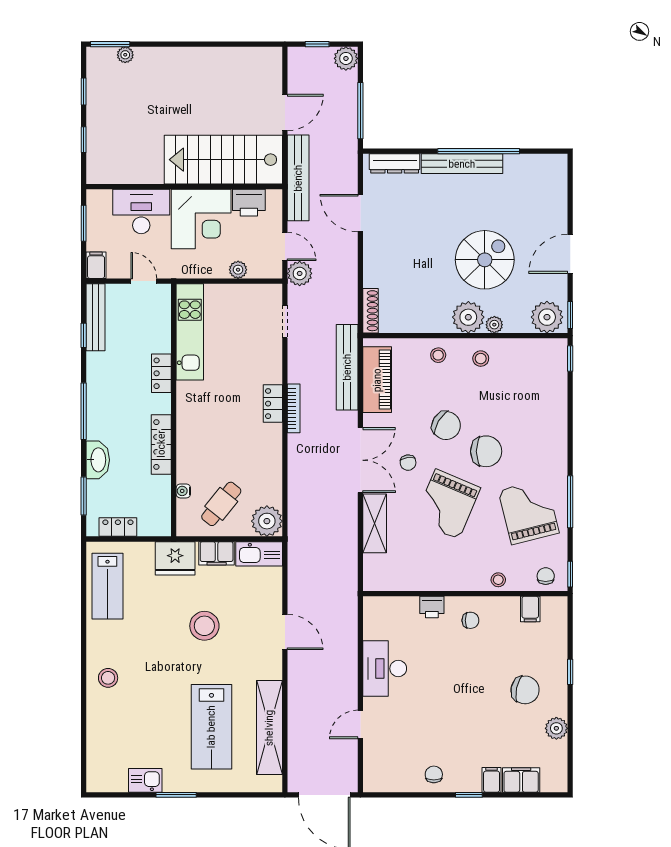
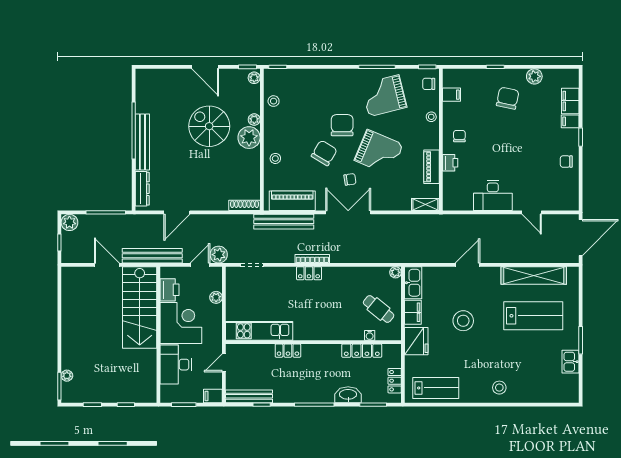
plant: (547, 317) -> (254, 78), width x0.53, depth x0.53
stool: (481, 359) -> (274, 101), moved
locker: (161, 444) -> (362, 351), moved
plant: (267, 521) -> (395, 272), width x0.53, depth x0.53
shelving: (375, 523) -> (425, 205), moved, width x0.67, depth x0.75
piano: (426, 580) -> (432, 167), added

